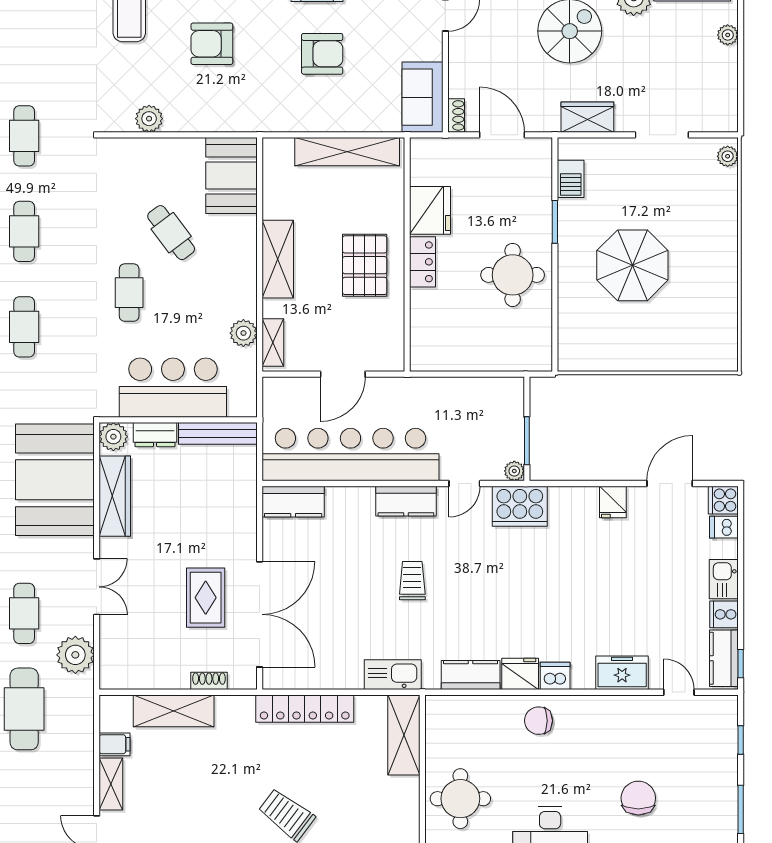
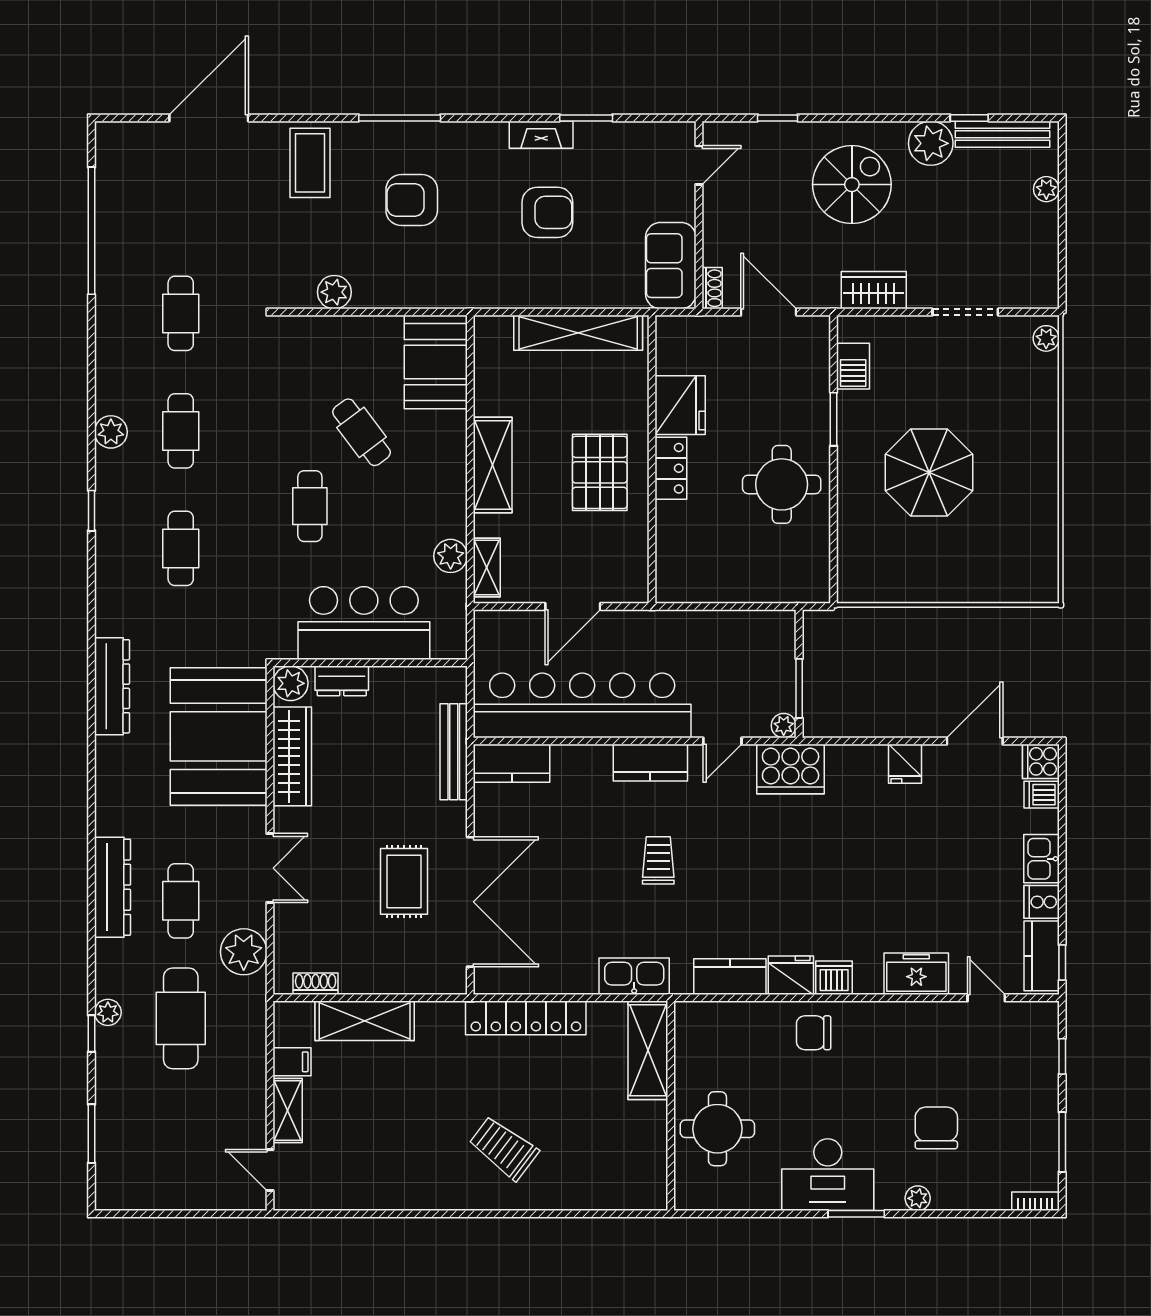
bench: (218, 433) -> (454, 752), moved, turned 90
shoe rack: (209, 681) -> (316, 984), moved

